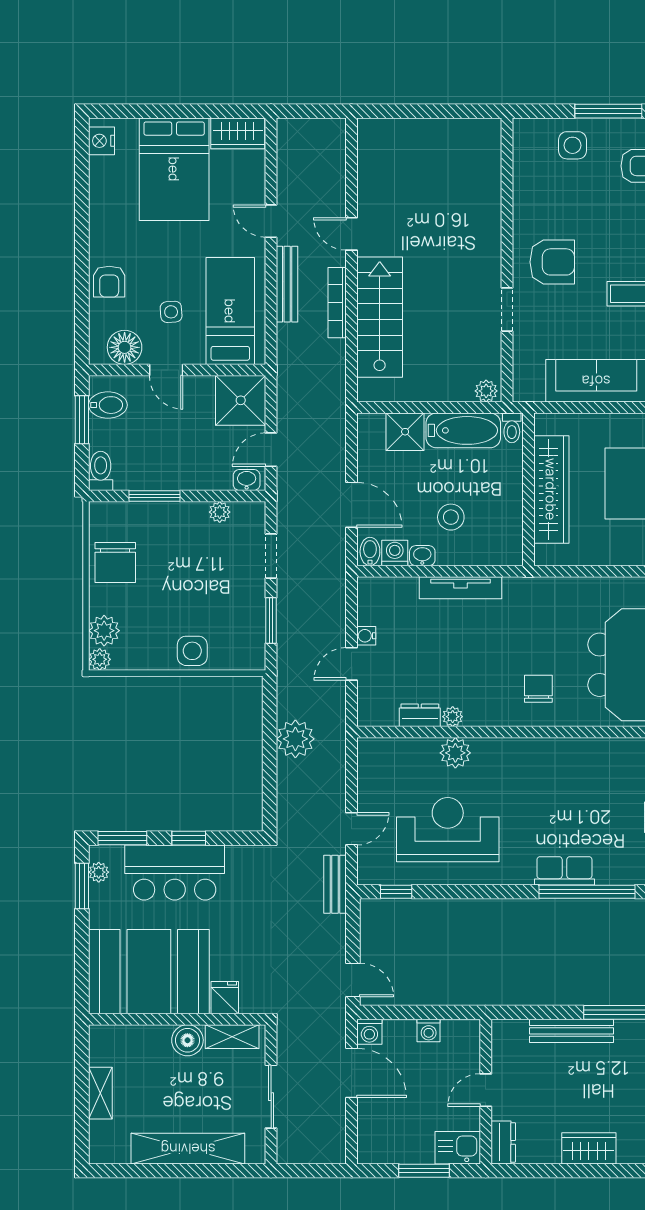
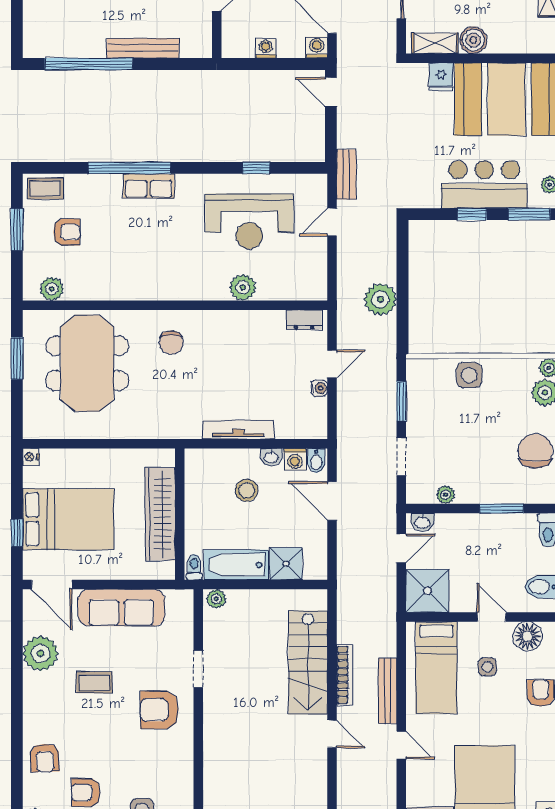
dresser: (420, 715) -> (304, 320), moved
plant: (453, 717) -> (245, 319), removed
window: (396, 892) -> (256, 168), moved

